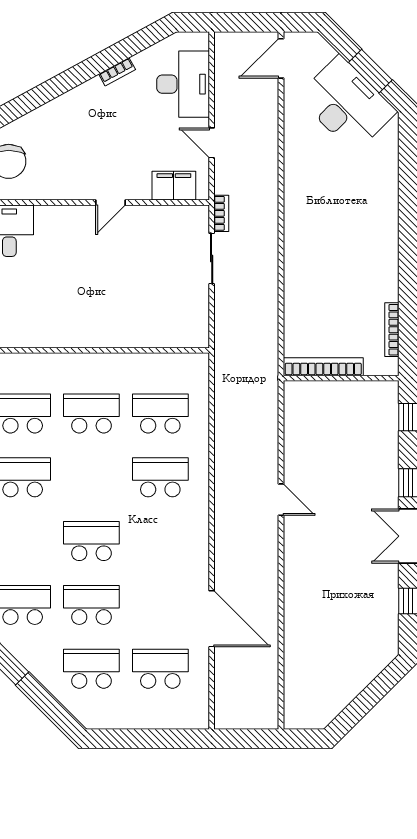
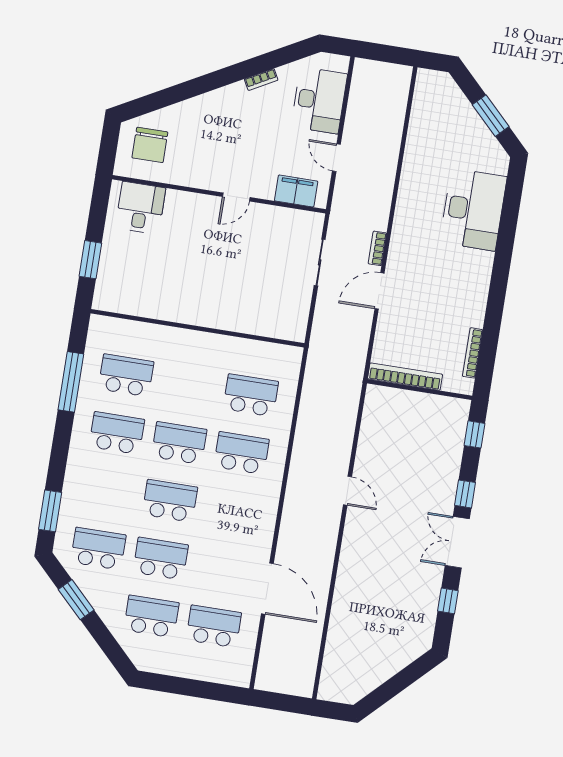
door: (281, 58) -> (379, 291), moved
desk: (347, 104) -> (473, 210), moved, turned 45
bookcase: (221, 213) -> (377, 248), moved, turned 180
school desk: (91, 413) -> (179, 443), moved

